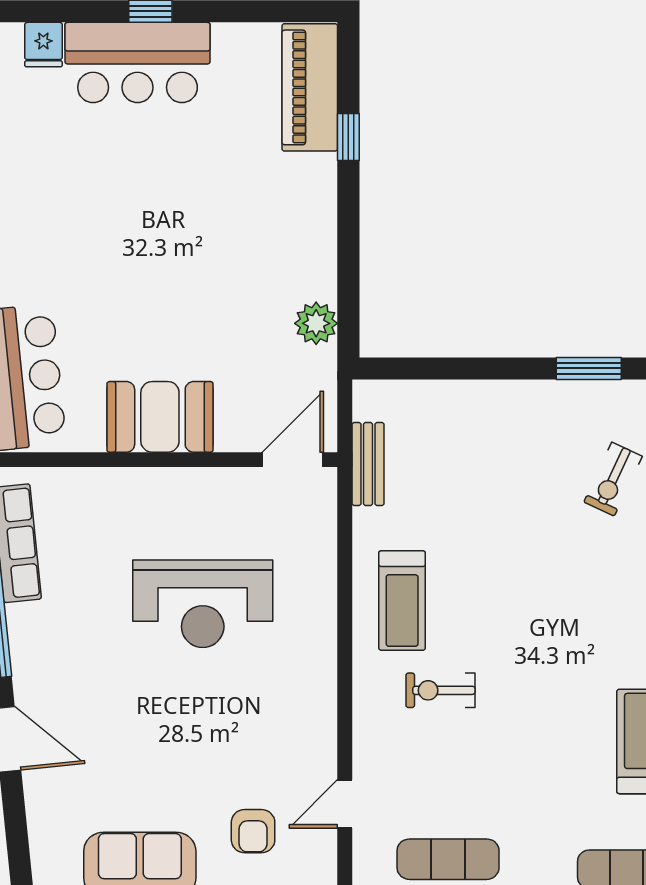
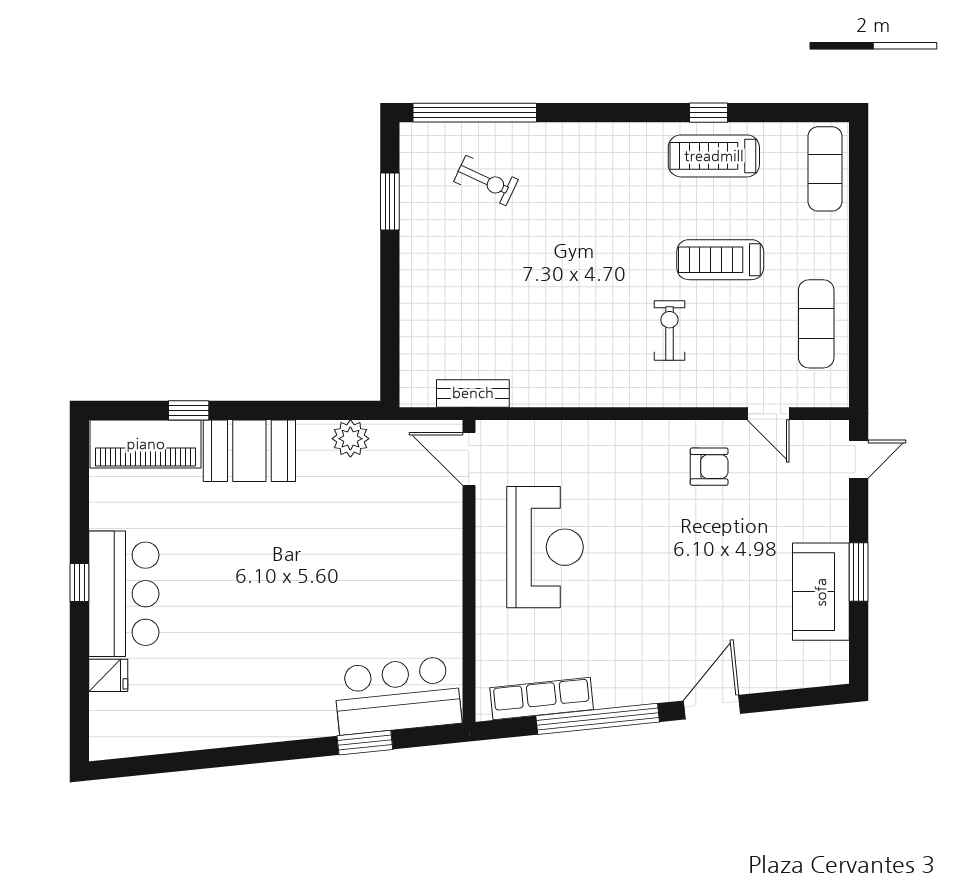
booth: (160, 417) -> (249, 451), moved, turned 90
treadmill: (402, 601) -> (720, 260), moved, turned 180
reception desk: (203, 604) -> (545, 547), moved
exercise bike: (440, 690) -> (669, 330), turned 180
armchair: (253, 831) -> (709, 467), moved

